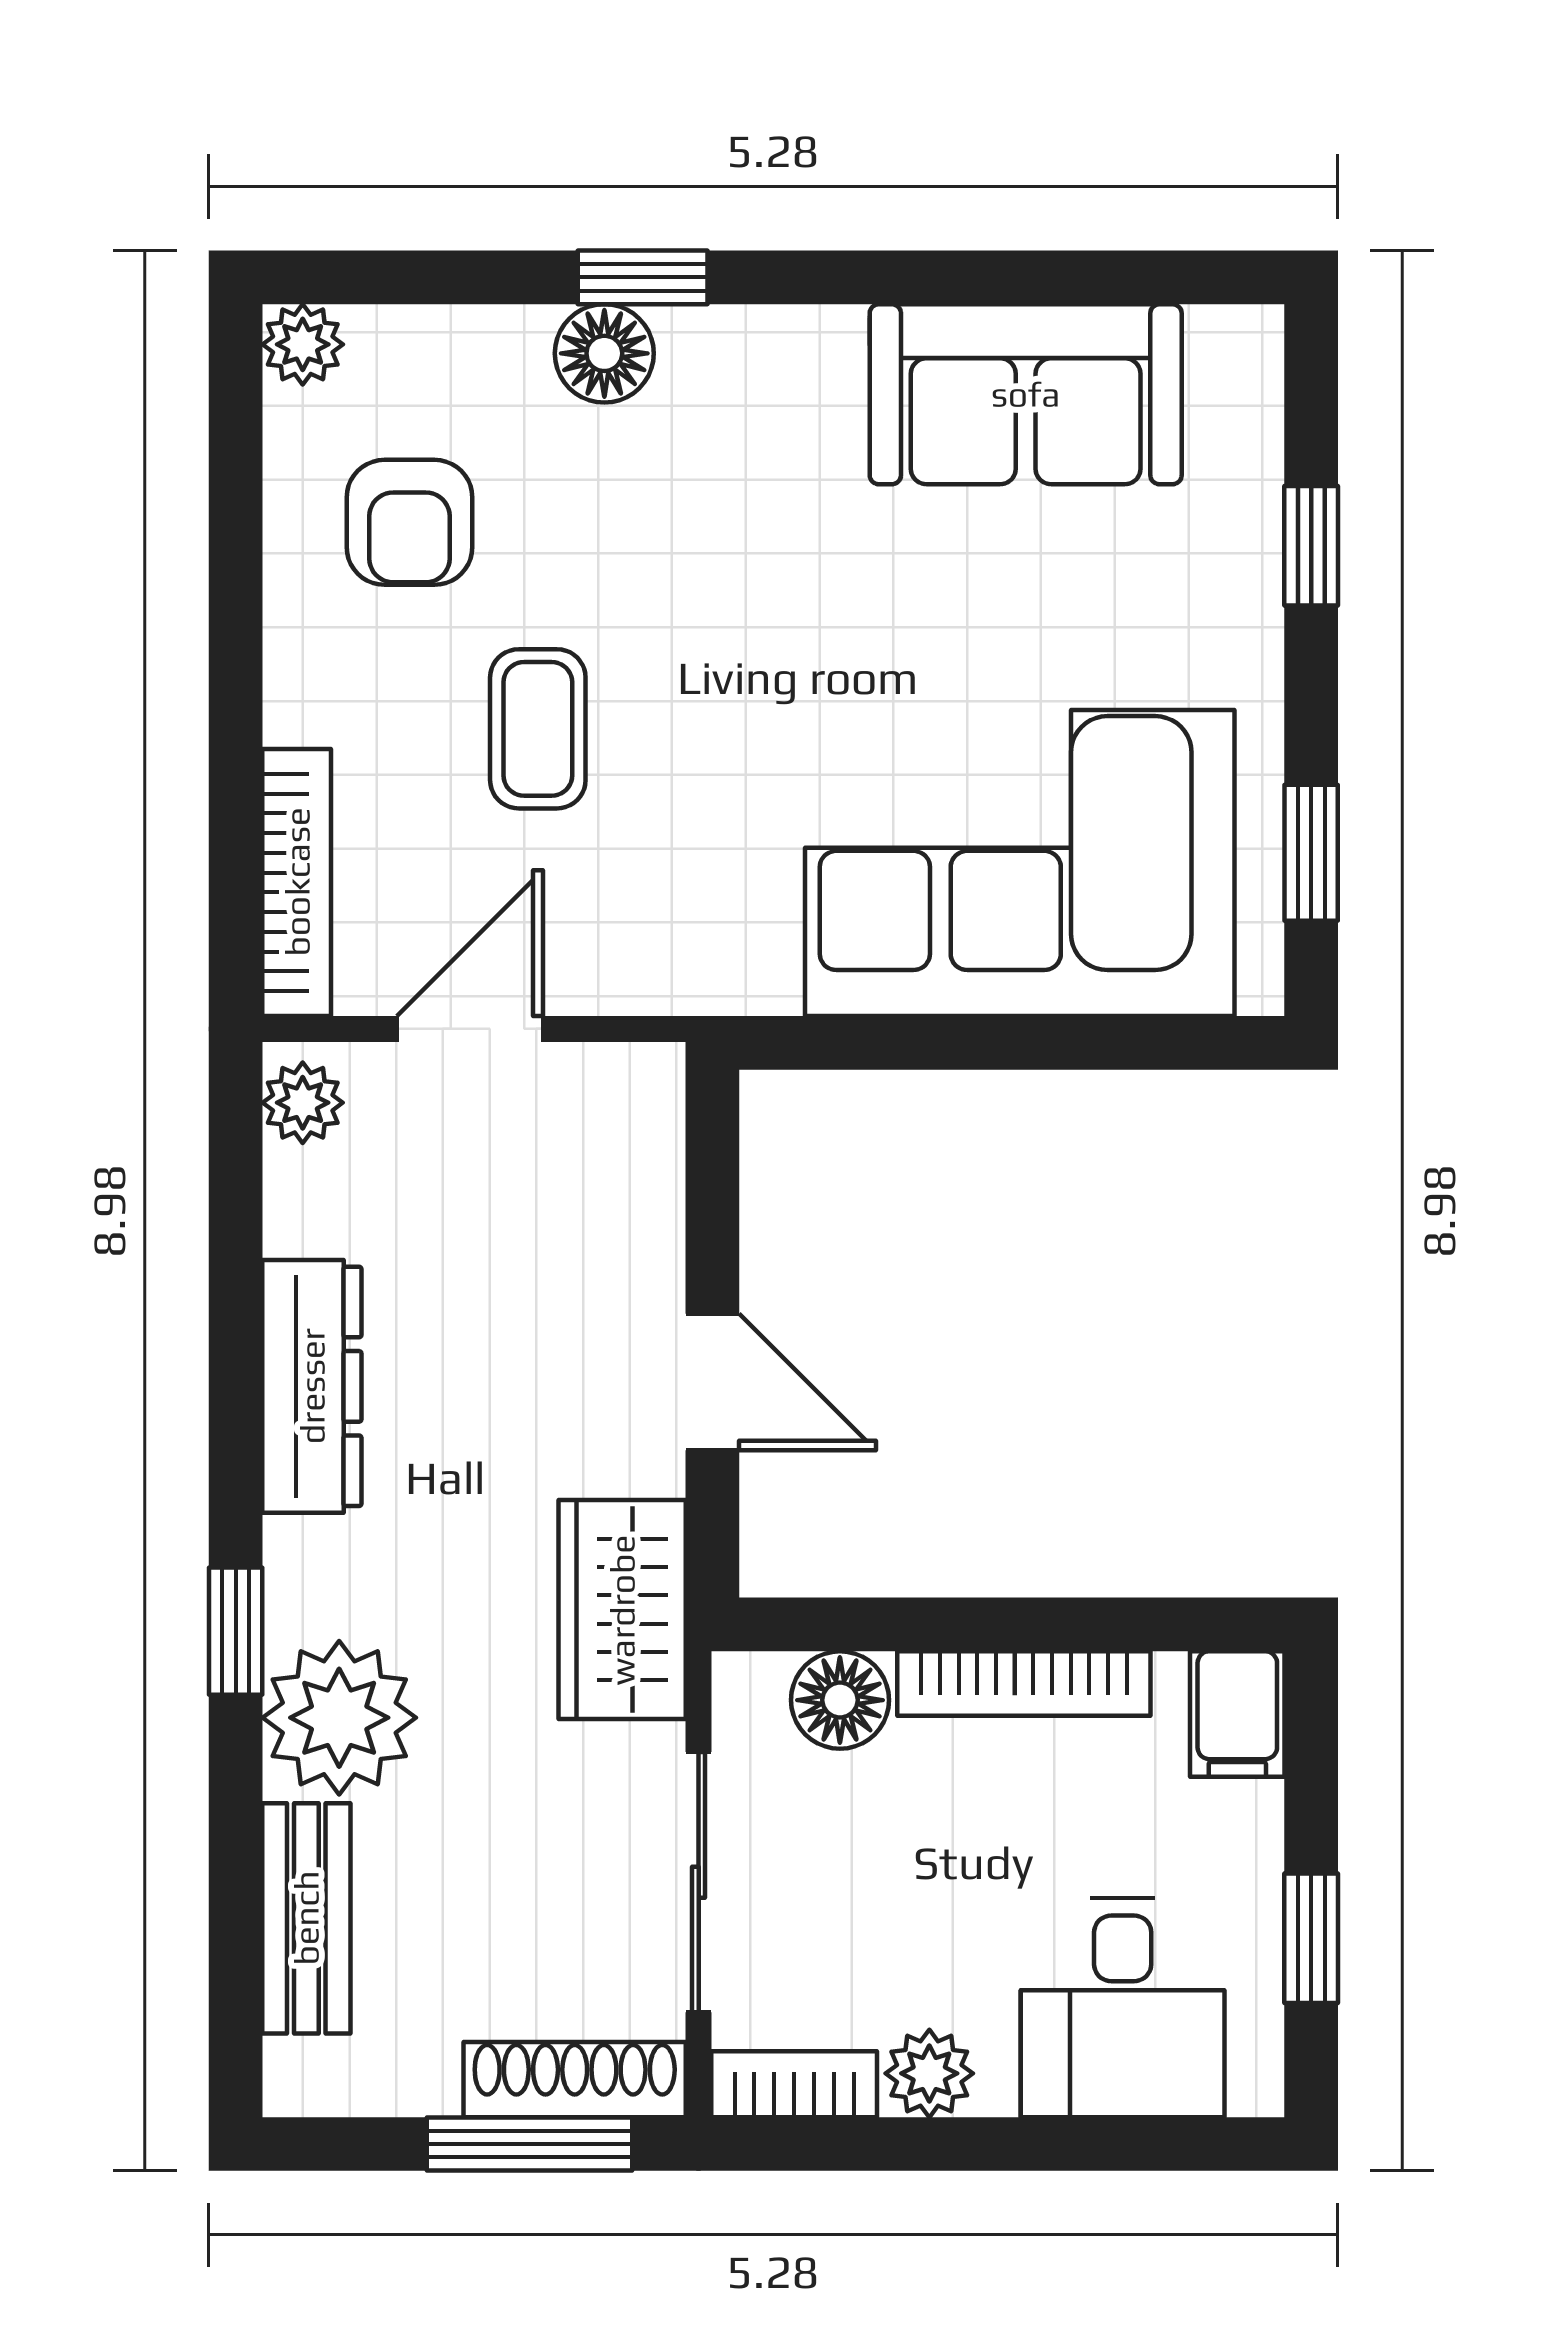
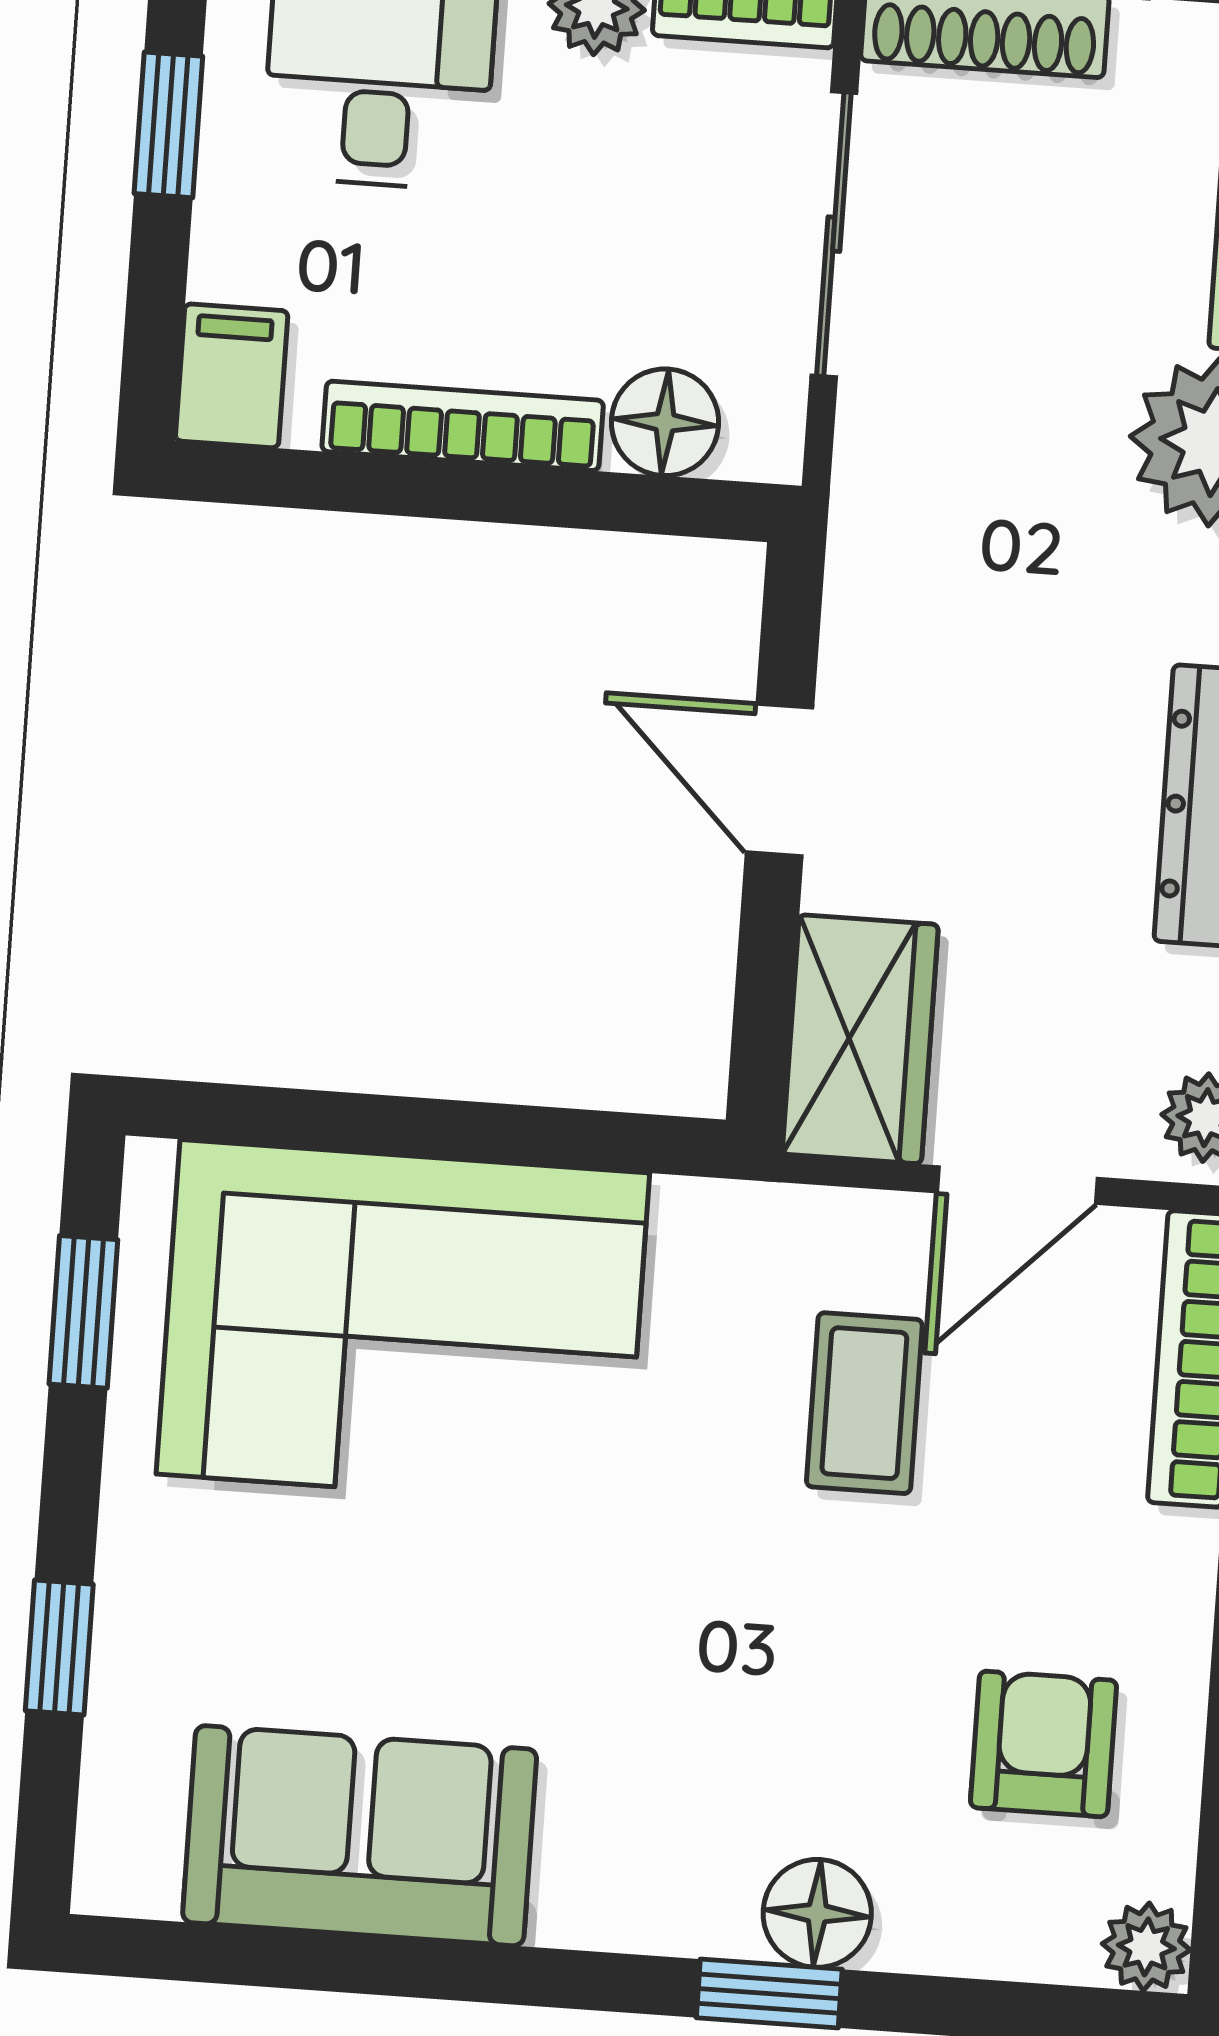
coffee table: (538, 729) -> (864, 1403), moved
wardrobe: (622, 1610) -> (860, 1039), moved

